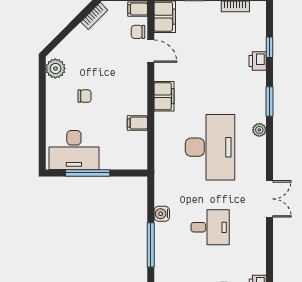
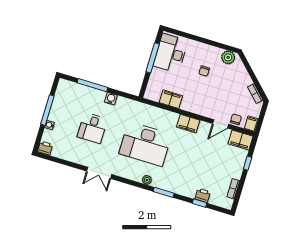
printer: (258, 61) -> (203, 195), moved
filing cabinet: (137, 123) -> (171, 99), width x2.00

